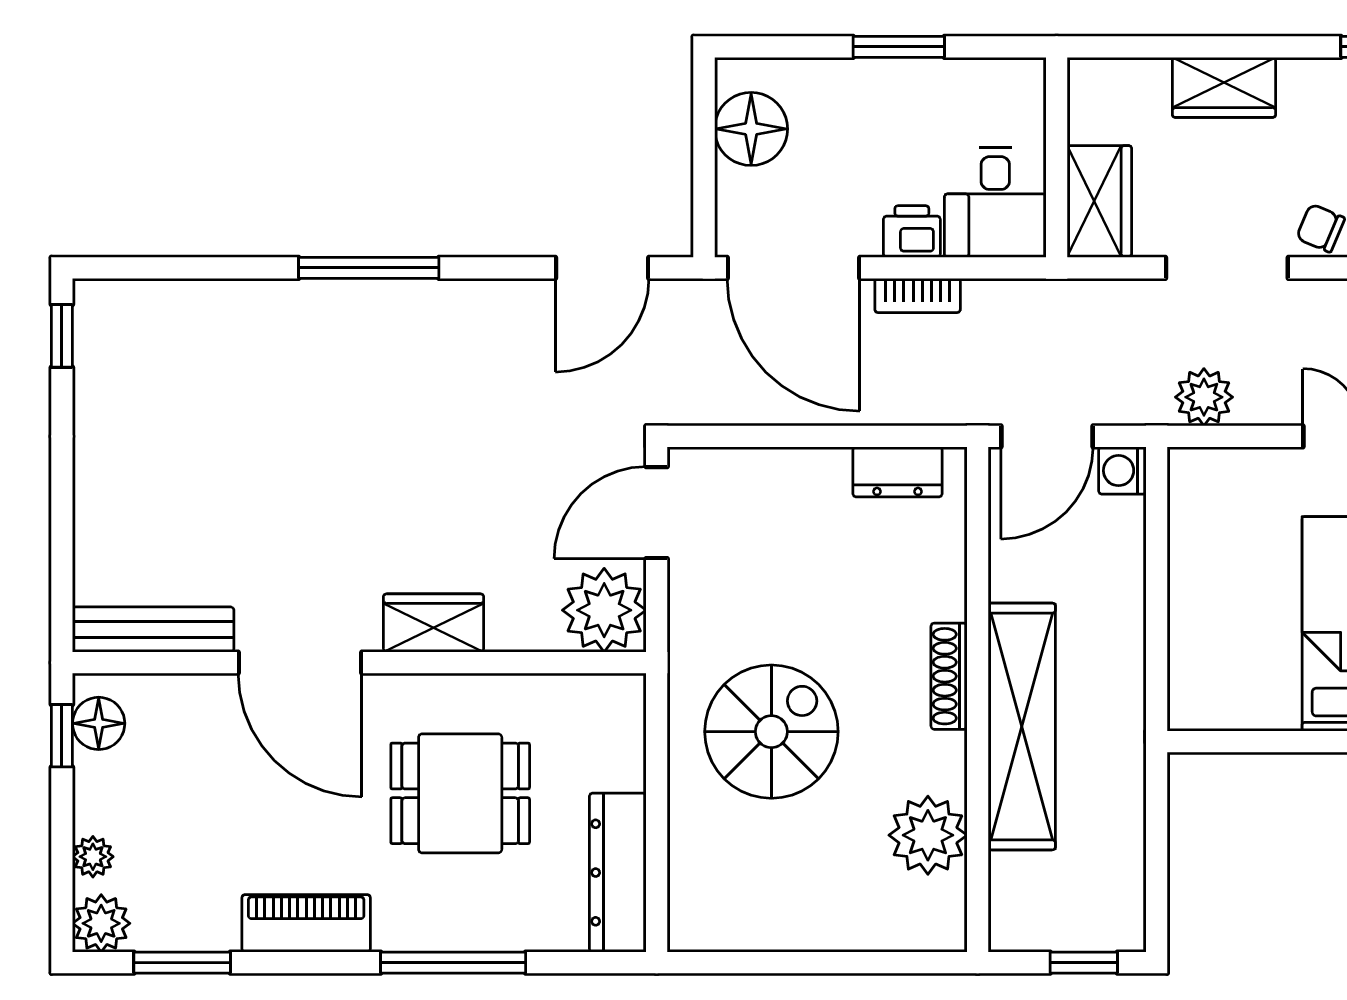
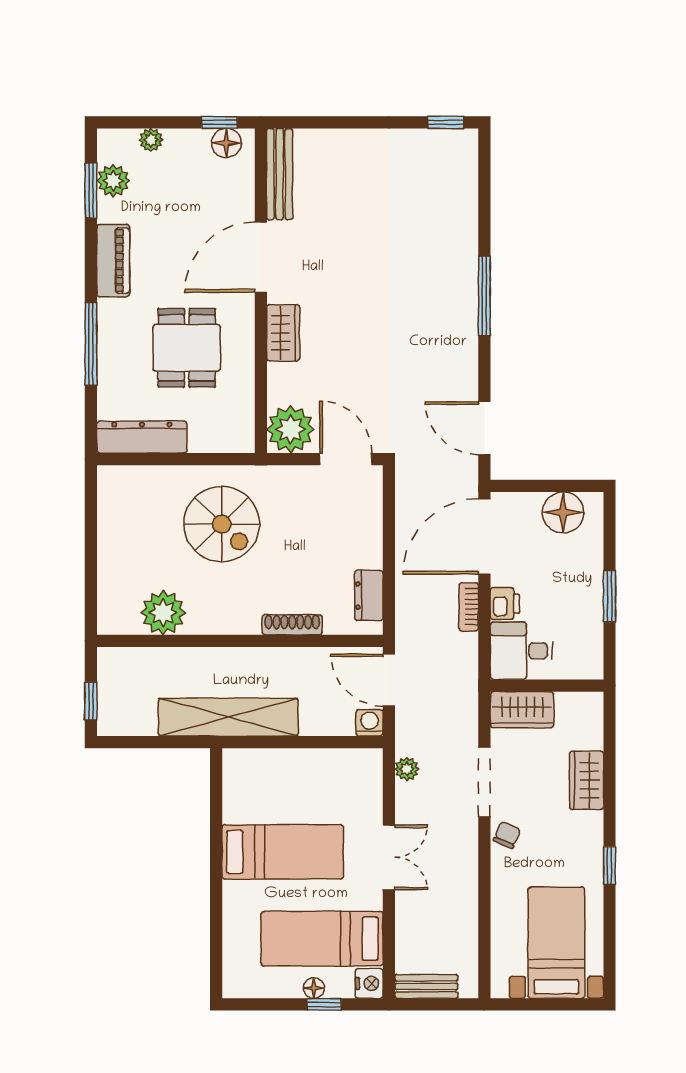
plant: (1204, 397) -> (407, 769), width x0.73, depth x0.73
shoe rack: (949, 676) -> (292, 625), moved
shelving: (1022, 726) -> (228, 717), moved
plant: (101, 923) -> (113, 181), moved

